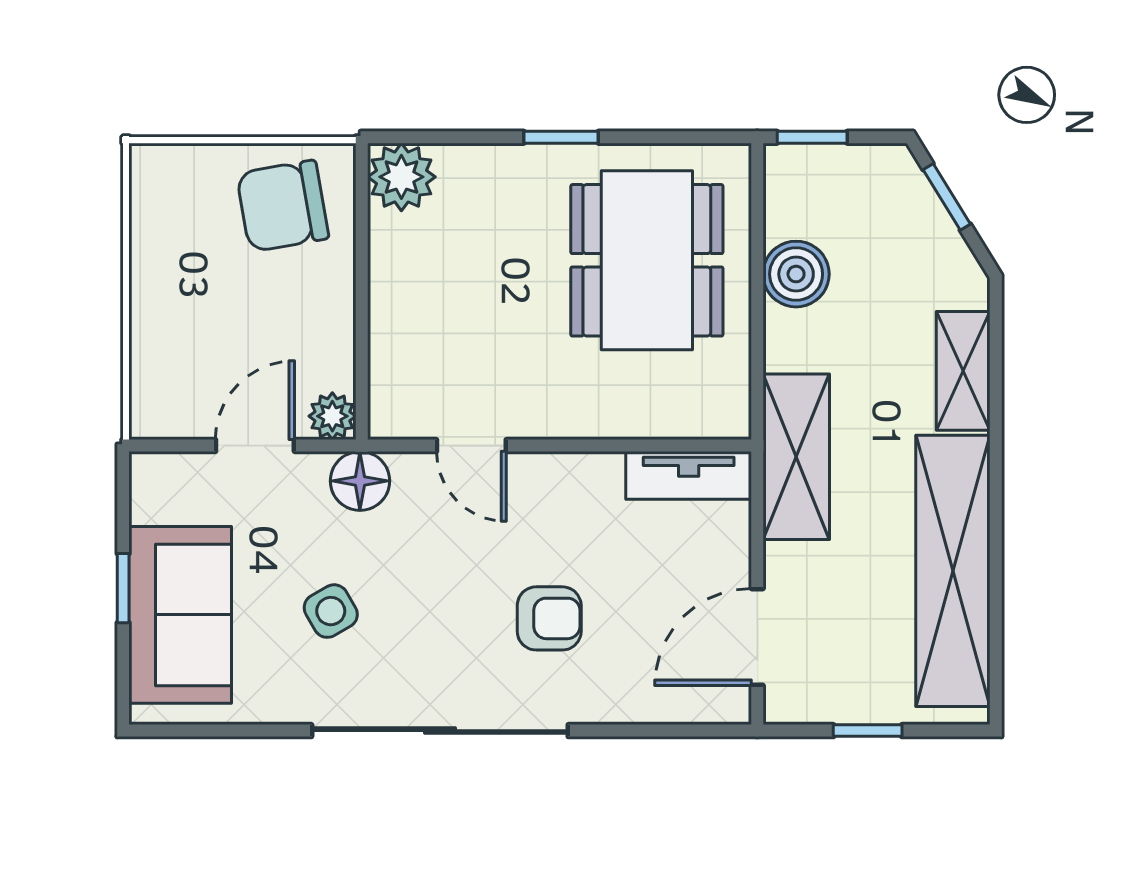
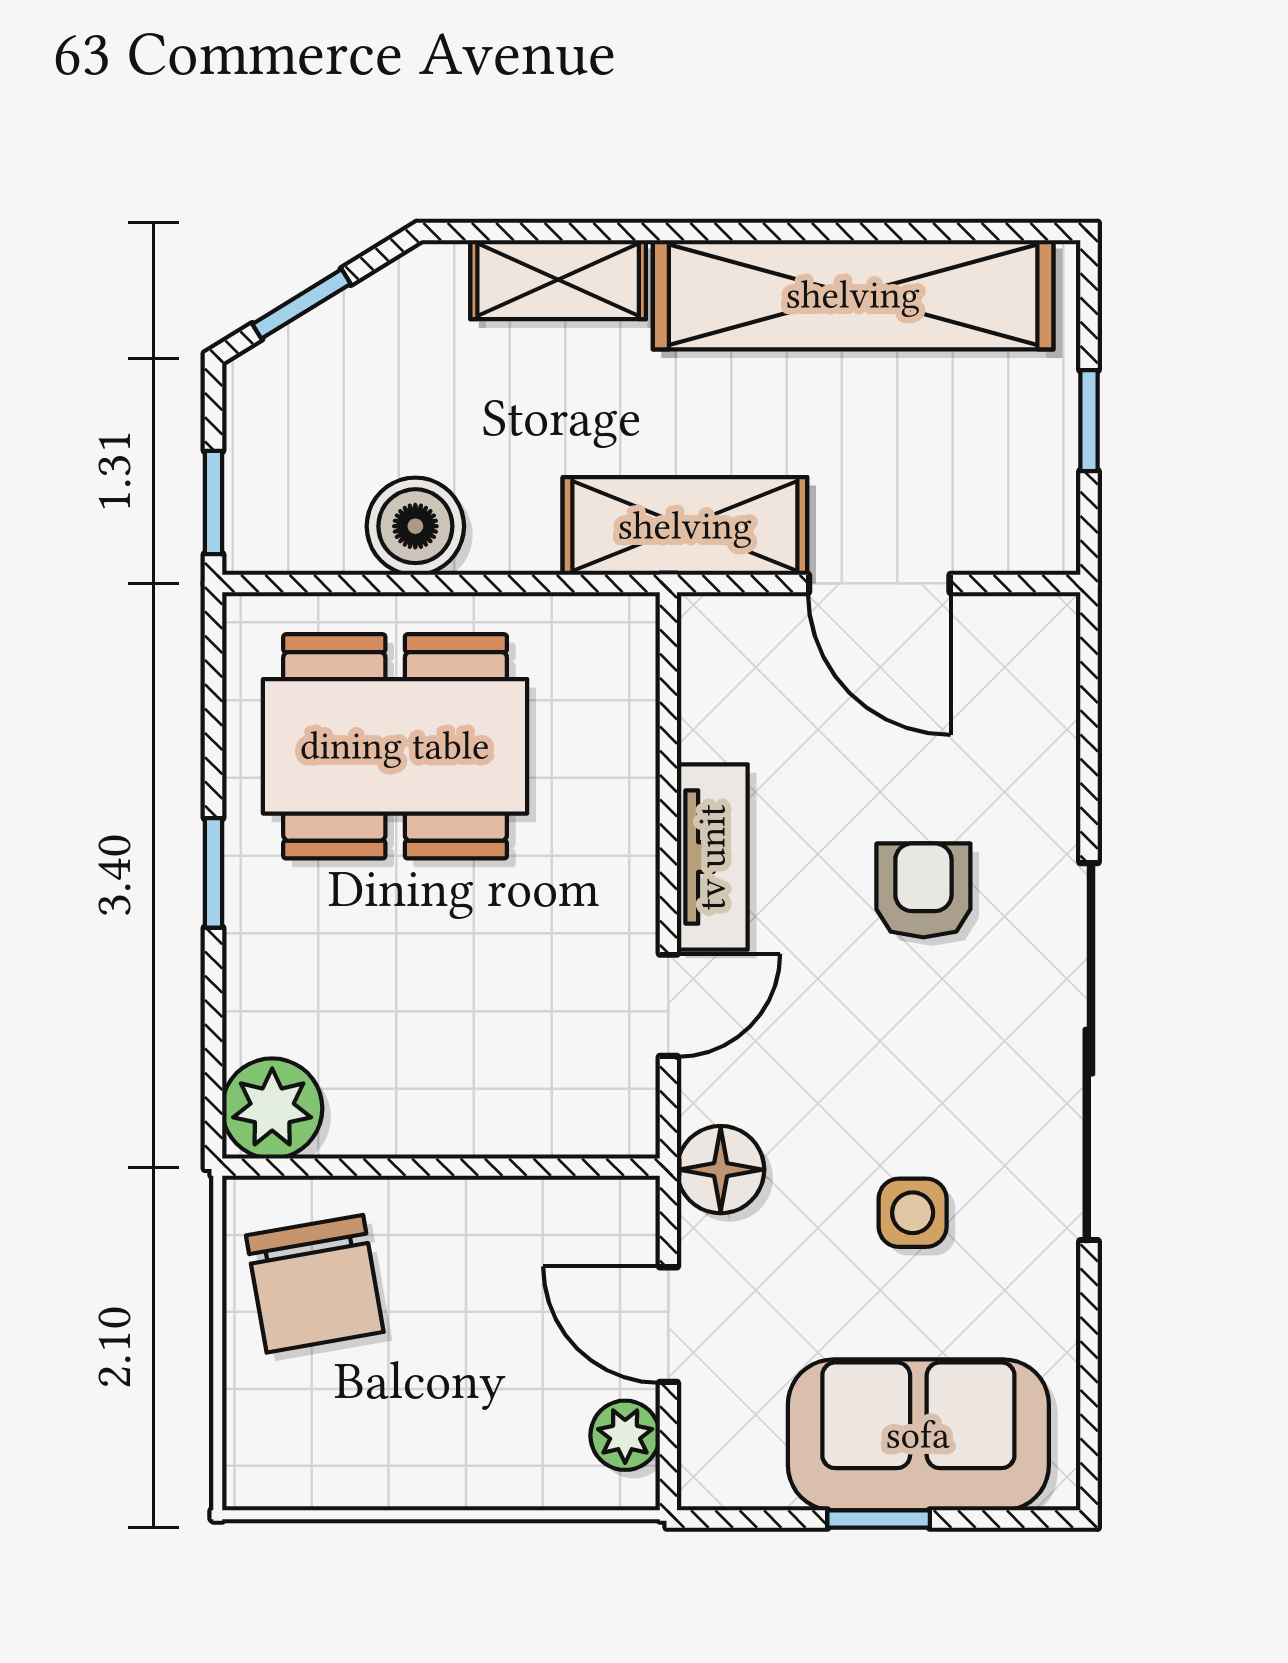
plant: (332, 416) -> (625, 1435), moved
tv unit: (689, 475) -> (712, 857), moved
side table: (331, 611) -> (913, 1213), turned 30
door: (757, 637) -> (879, 583), moved

